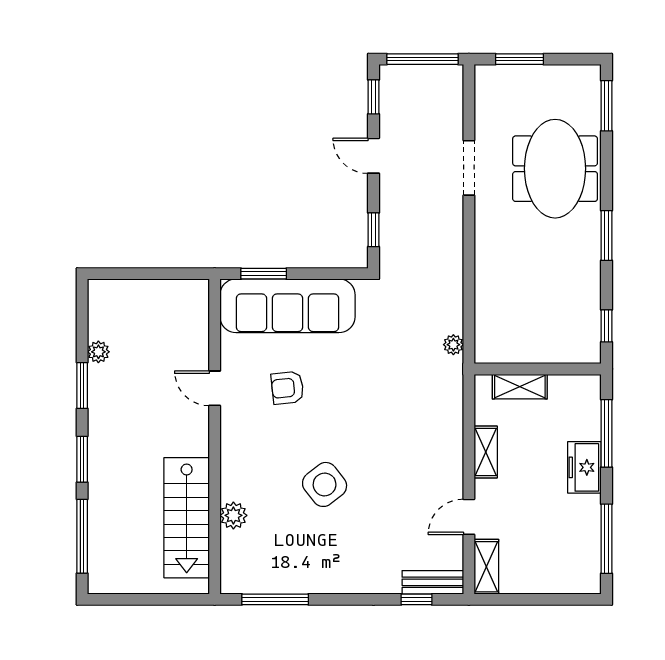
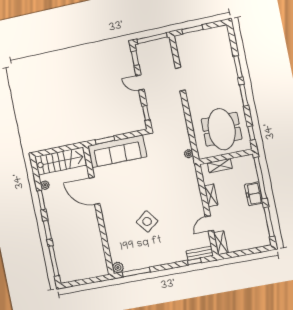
window: (607, 106) -> (238, 67), moved
meeting table: (555, 169) -> (222, 129), moved
door: (215, 388) -> (94, 191), width x1.87
armchair: (287, 388) -> (124, 185), removed
window: (607, 433) -> (260, 178), width x1.46
plant: (233, 515) -> (118, 267), moved
stairs: (187, 518) -> (60, 161), moved, turned -90

